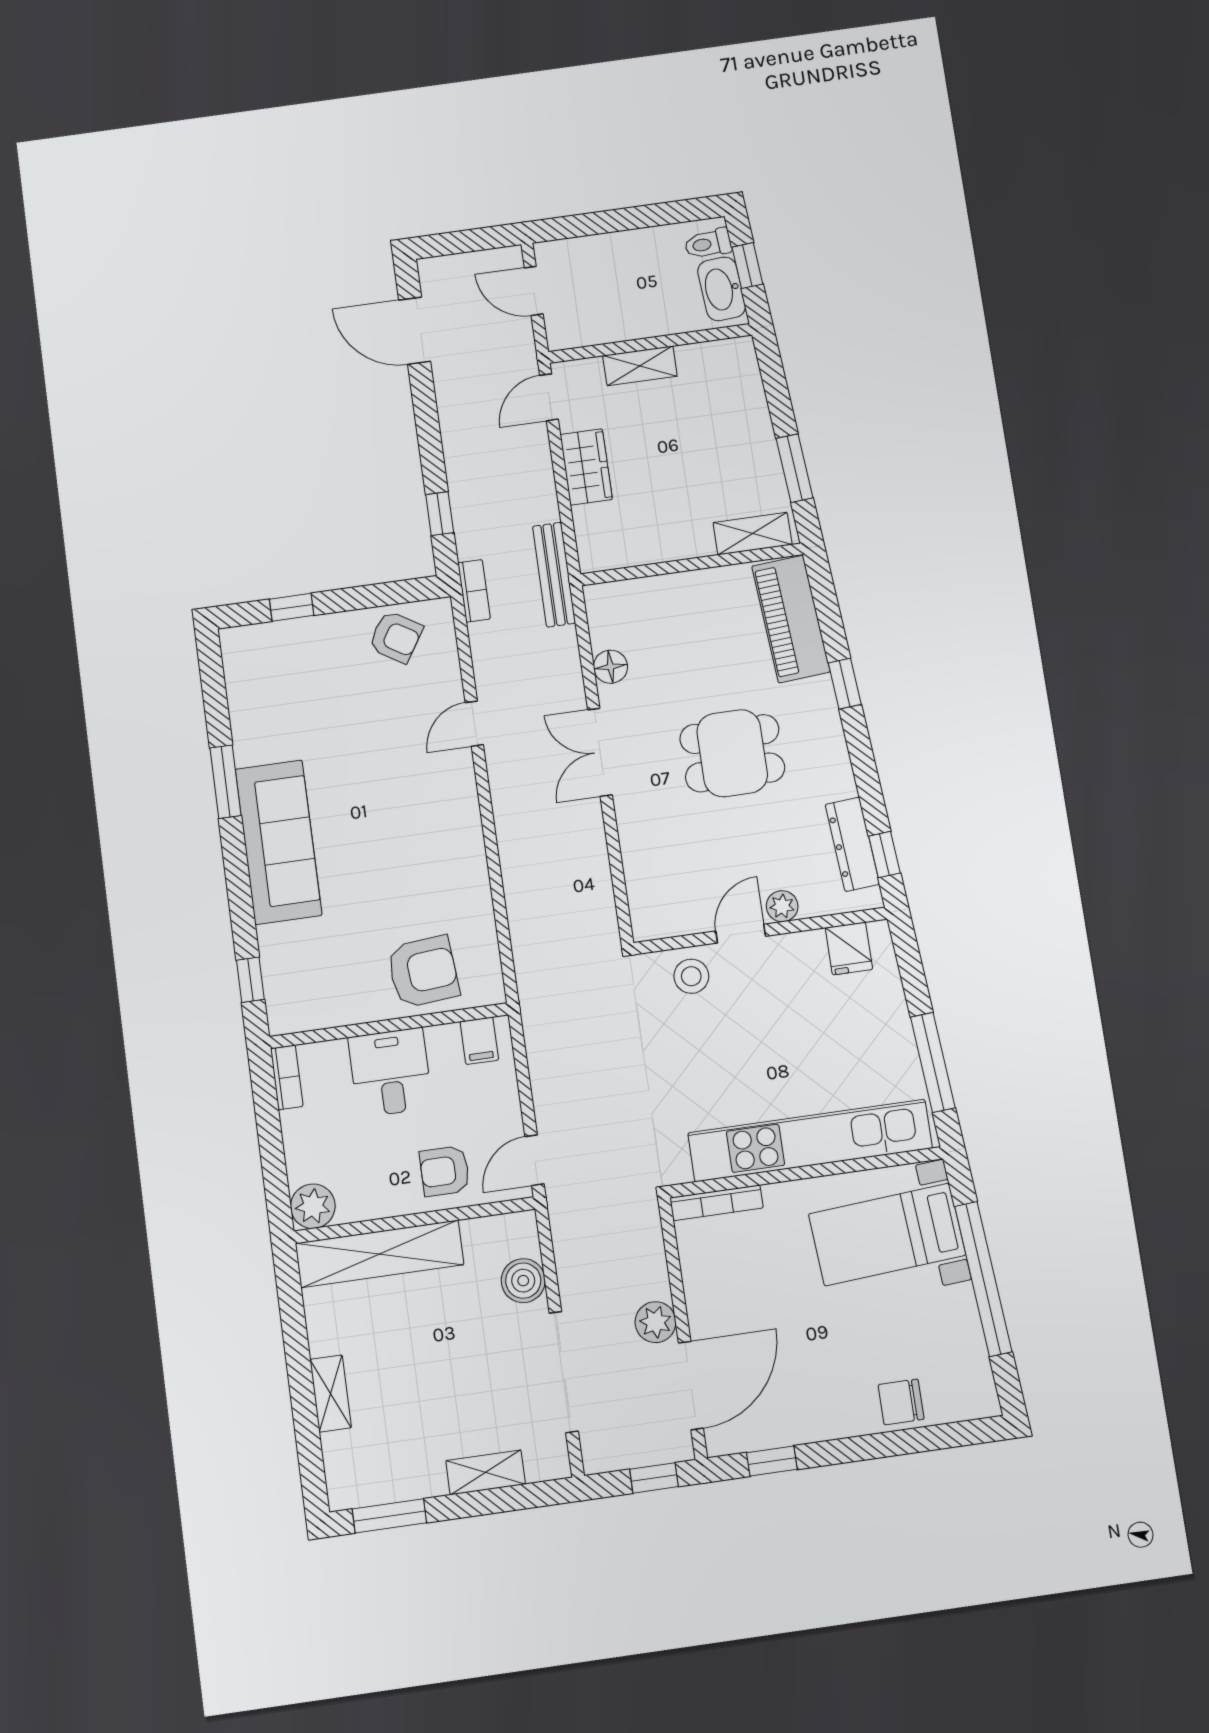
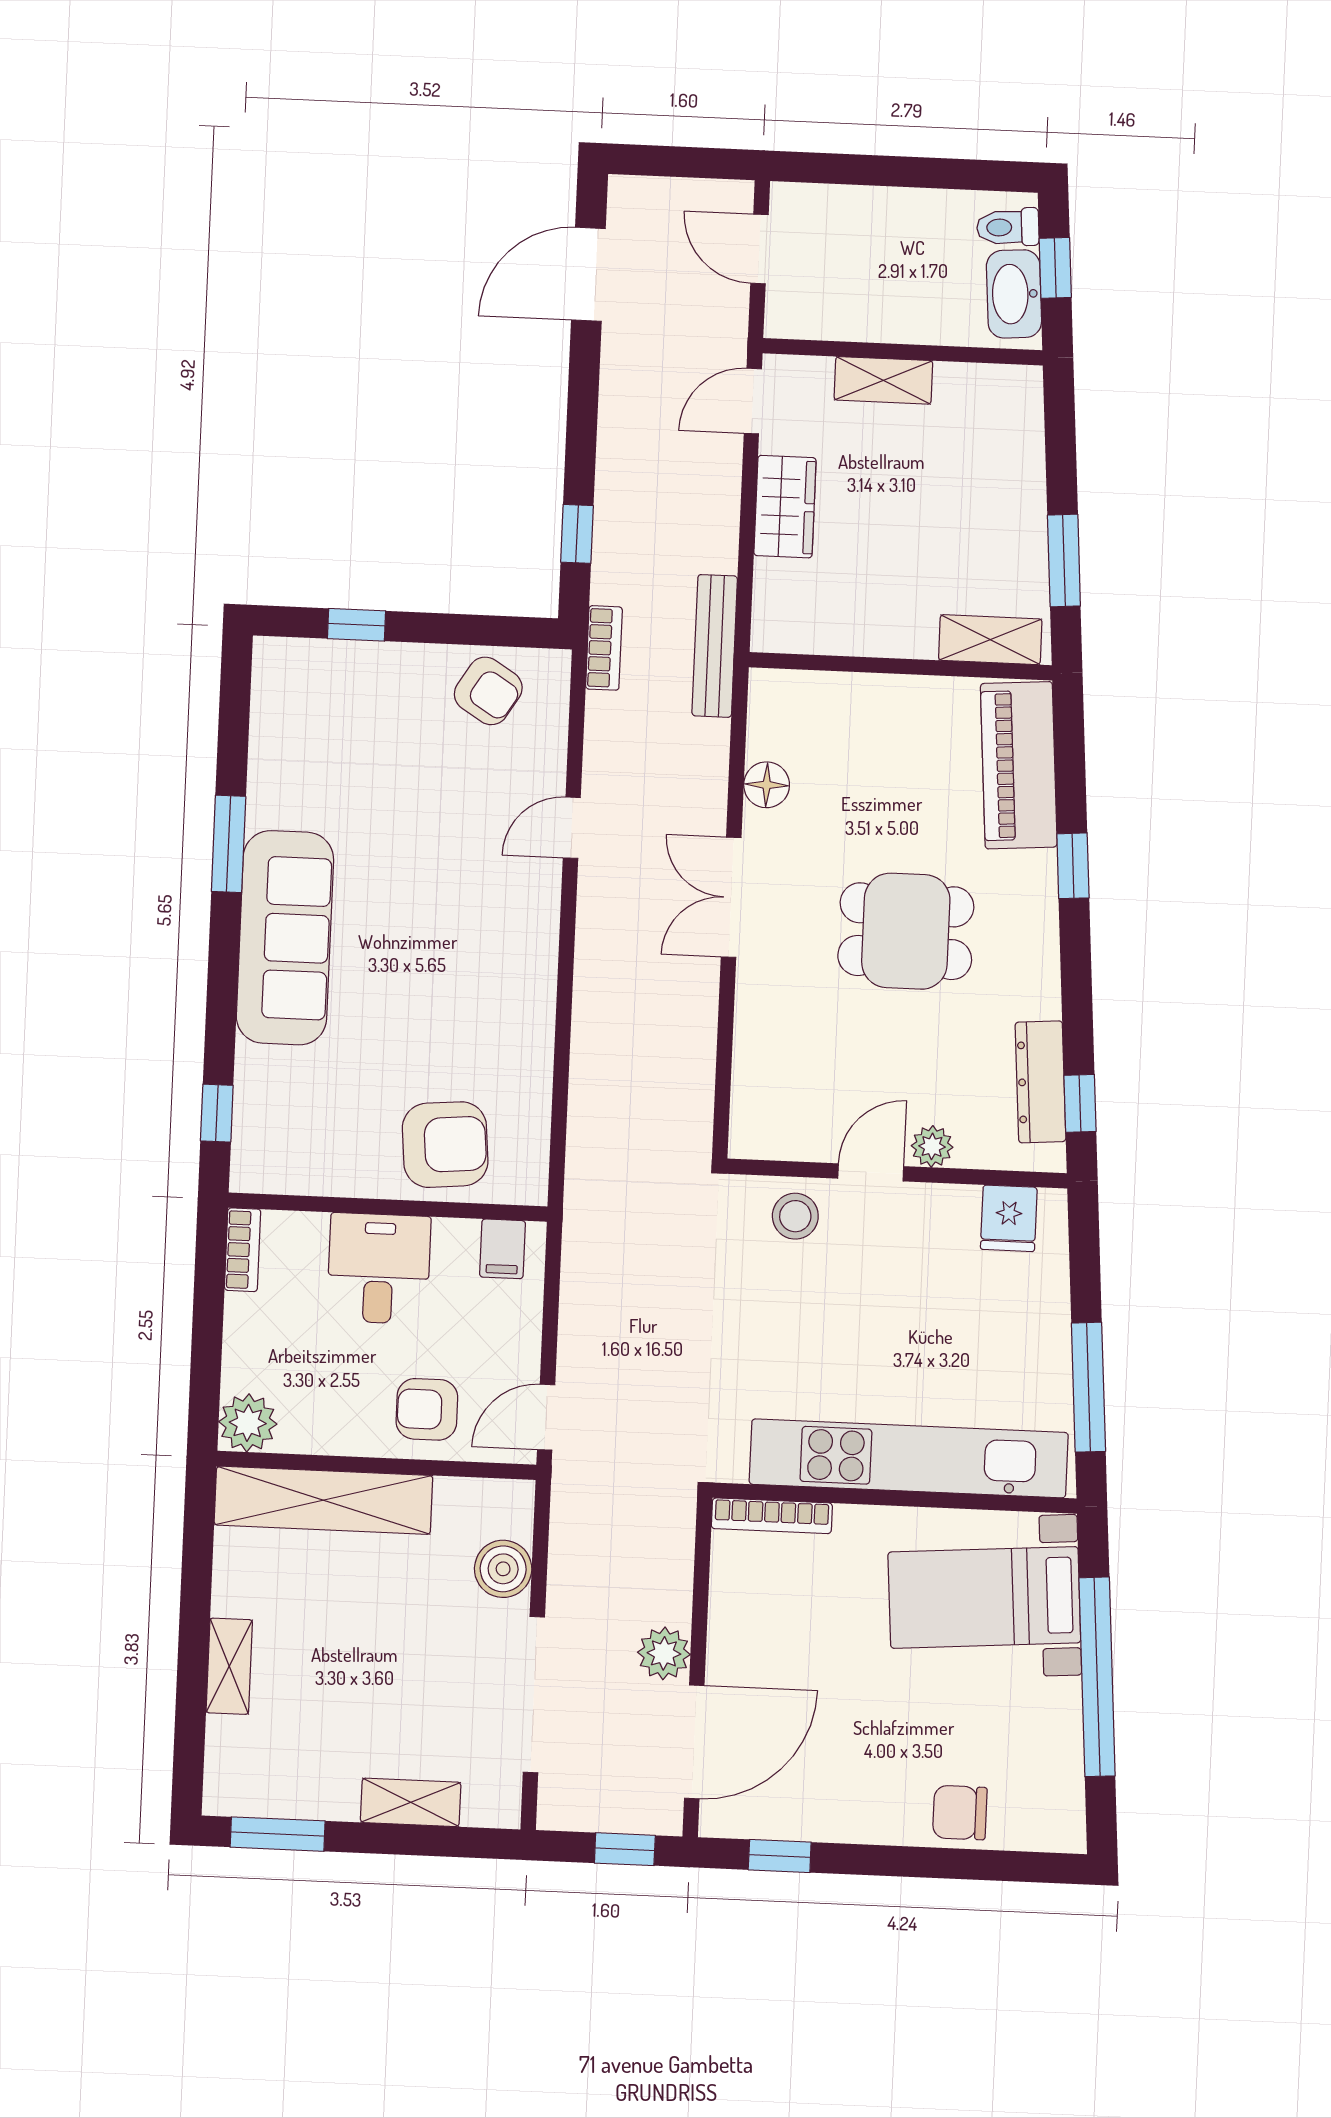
door: (415, 331) -> (588, 274), hinge flipped

